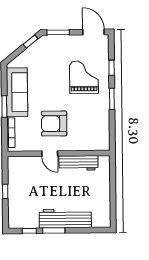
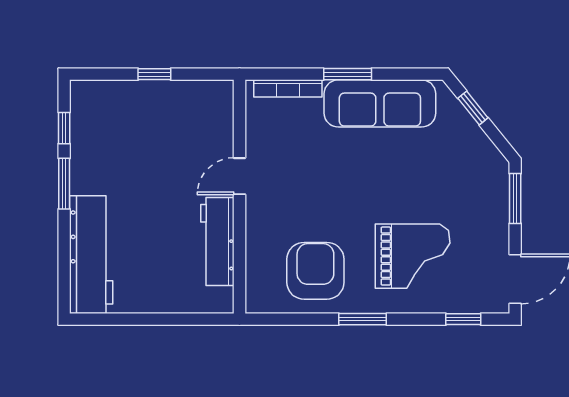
window: (31, 42) -> (473, 108), moved
window: (112, 68) -> (463, 319), moved
armchair: (54, 124) -> (315, 271), moved
workbench: (65, 219) -> (91, 255), moved

